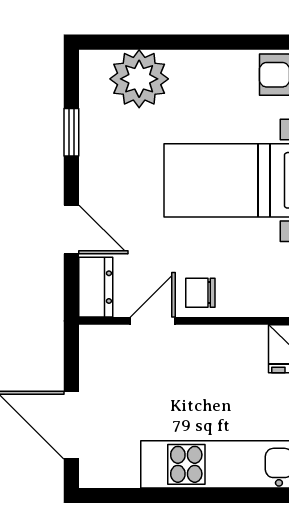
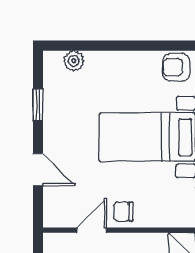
plant: (139, 79) -> (74, 61), width x0.53, depth x0.53
dresser: (96, 287) -> (54, 208), removed

